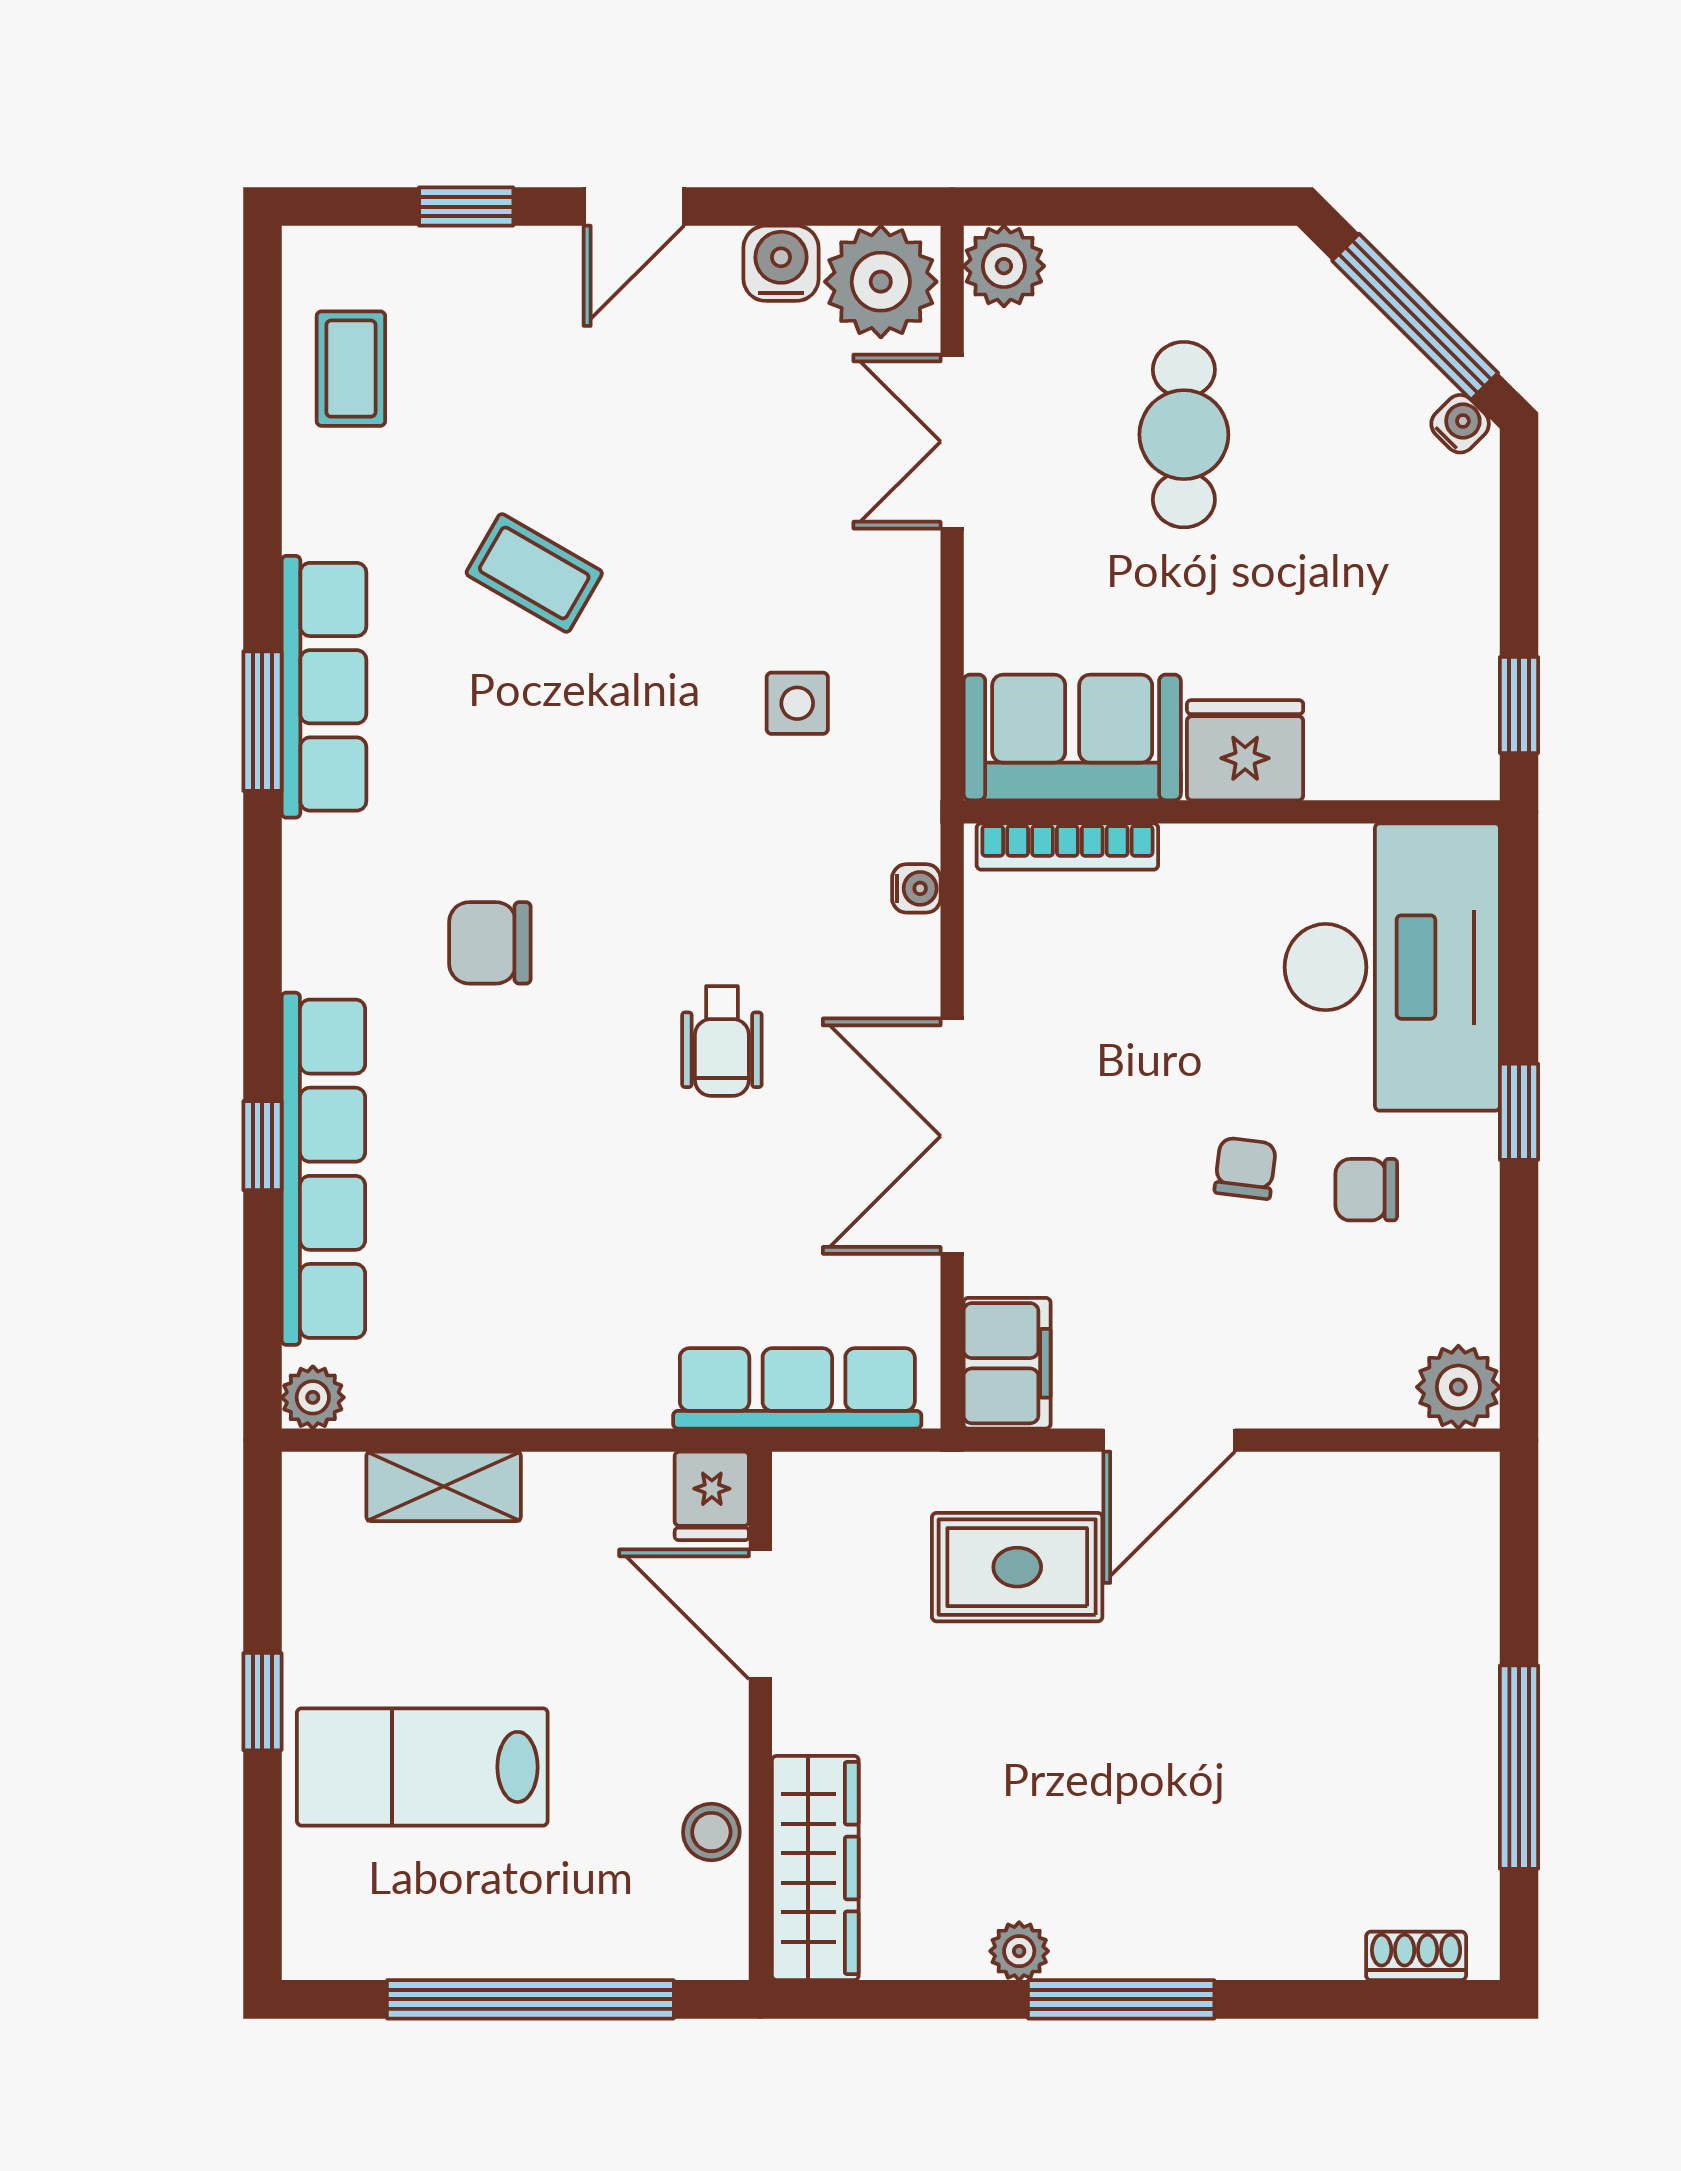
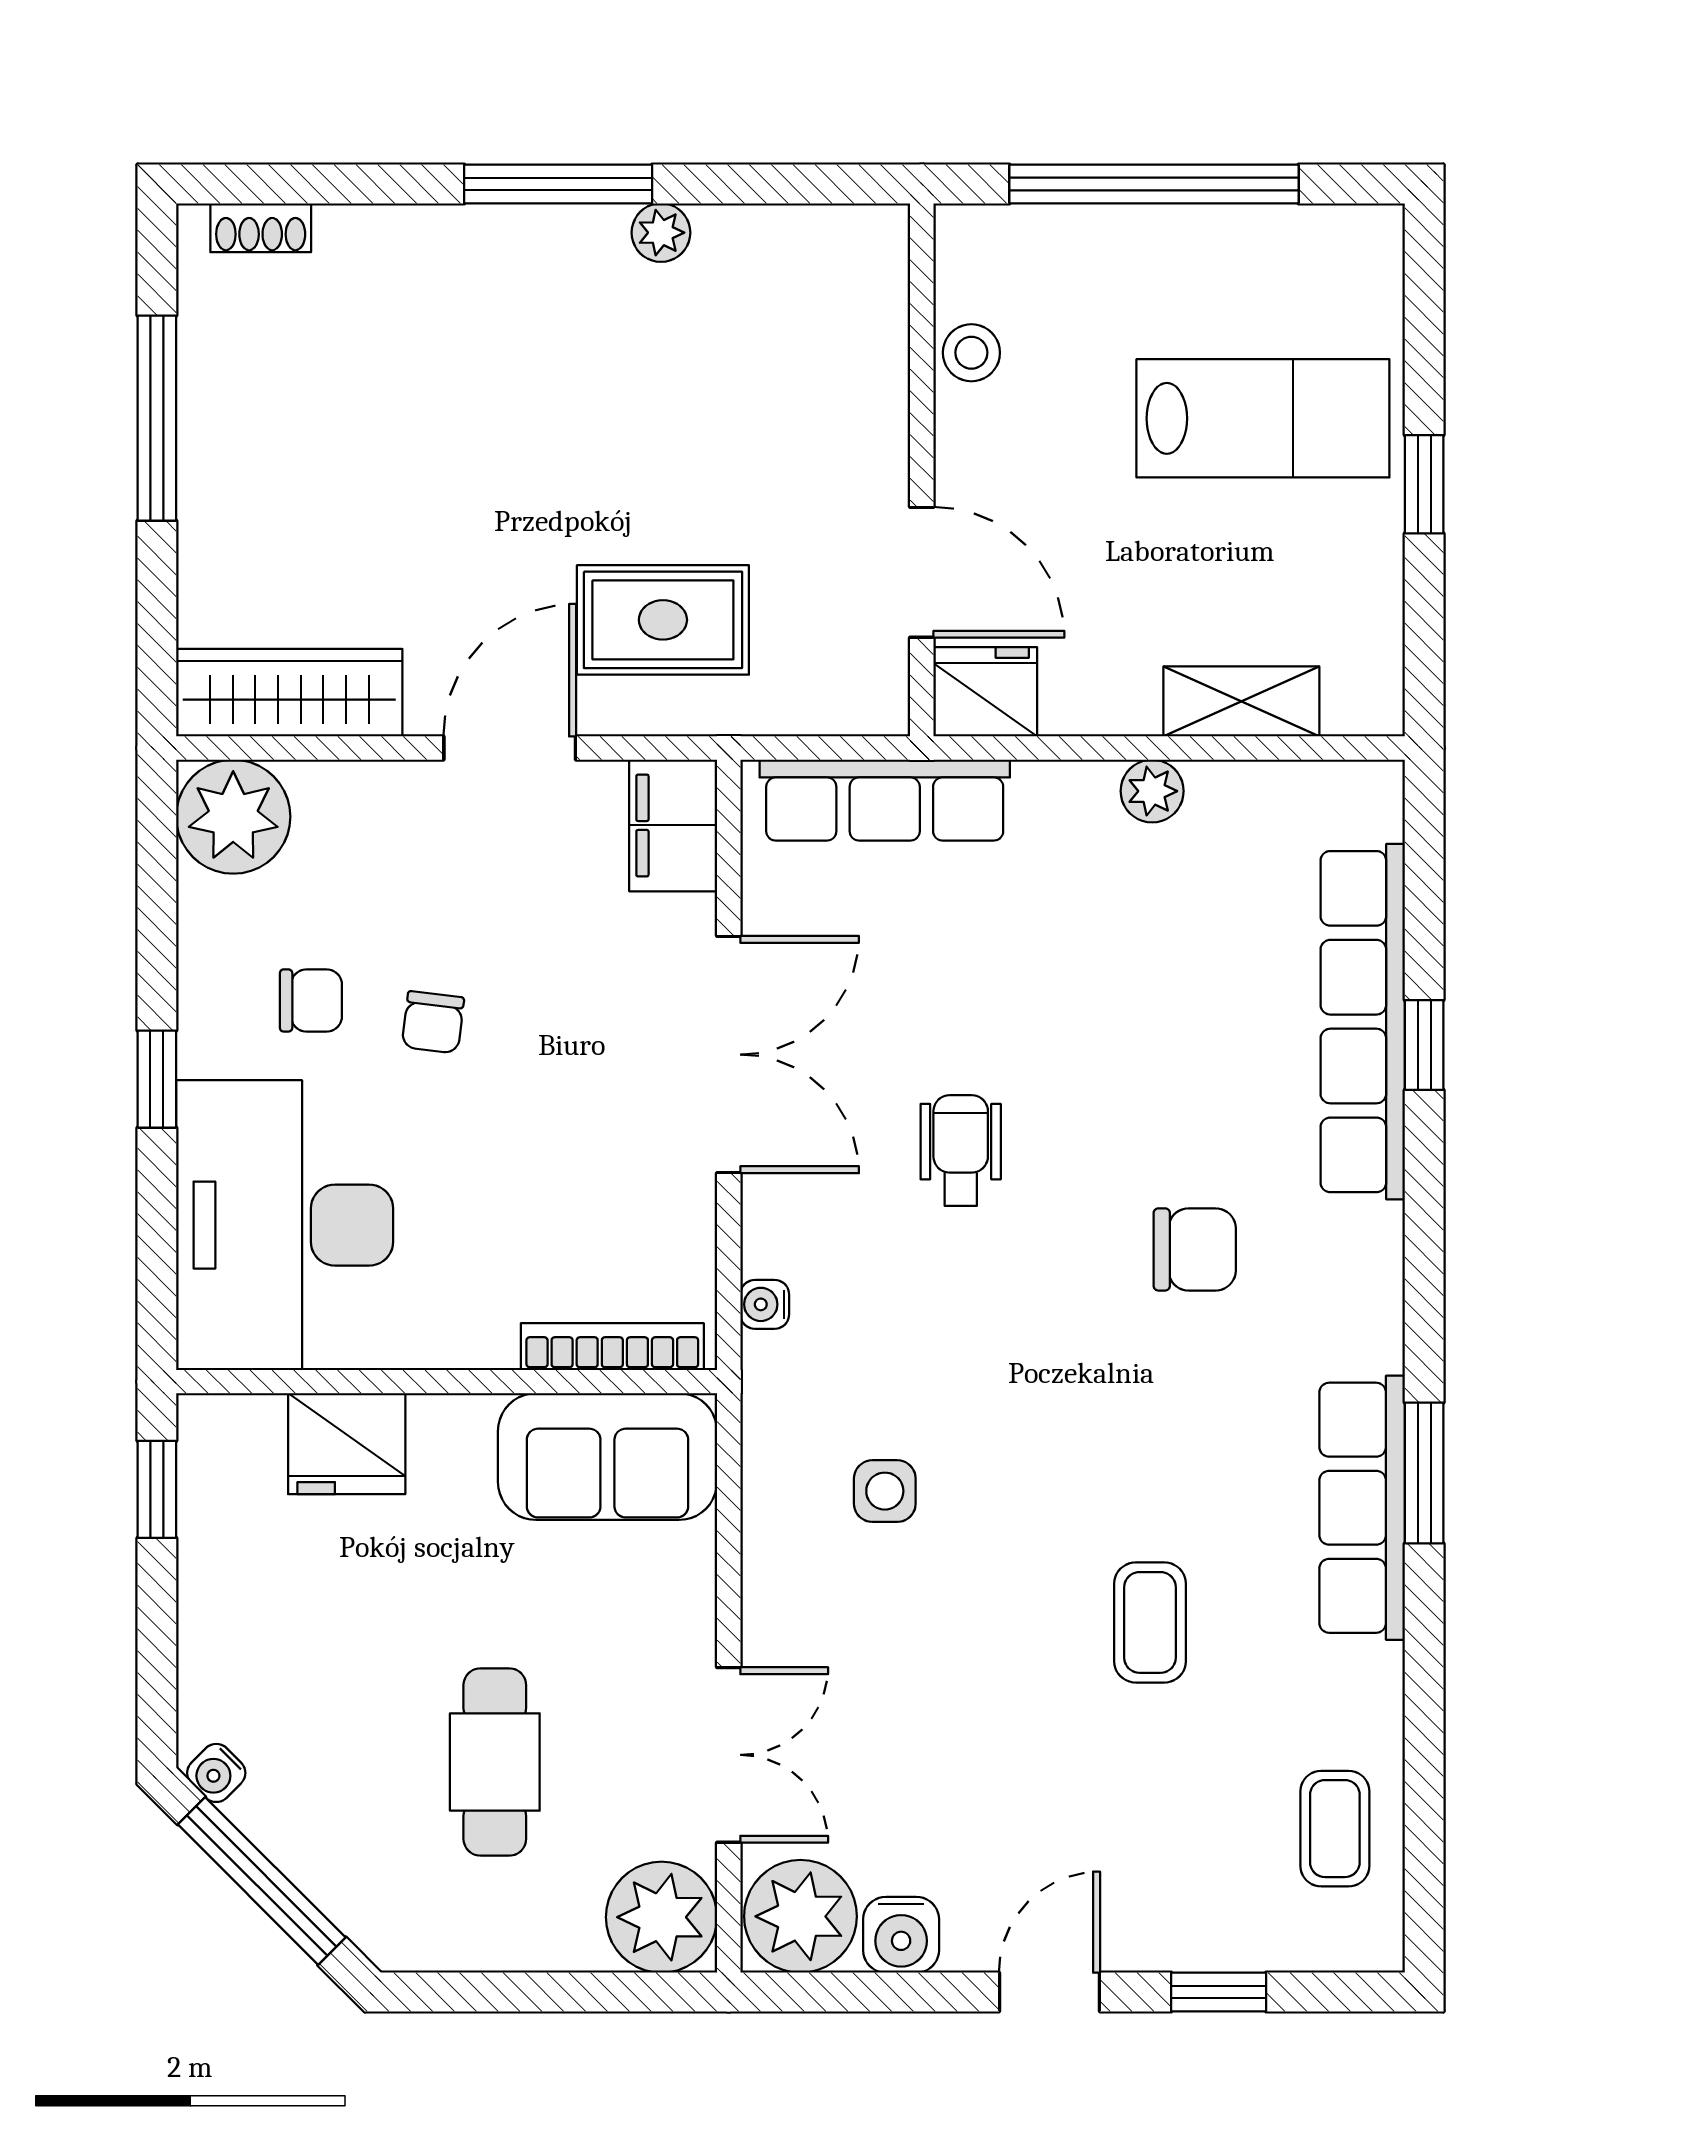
plant: (1004, 266) -> (661, 1917), width x1.36, depth x1.36
coffee table: (534, 573) -> (1150, 1622), turned 60
fridge: (1245, 750) -> (347, 1444), moved
plant: (1458, 1387) -> (233, 817), width x1.36, depth x1.36
plant: (313, 1397) -> (1152, 791), moved
fridge: (712, 1496) -> (985, 692), width x1.38
wardrobe: (815, 1868) -> (289, 693), moved, turned 90

